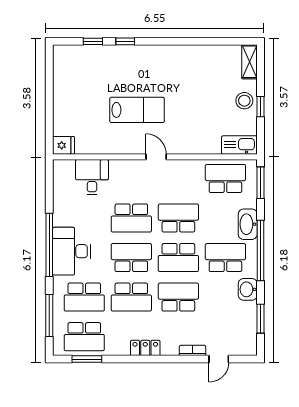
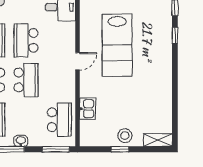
lab bench: (137, 110) -> (117, 45), width x1.36, depth x1.39
kitchen sink: (239, 145) -> (87, 109), moved, width x0.73
washbasin: (248, 224) -> (21, 141), width x0.52, depth x0.69

